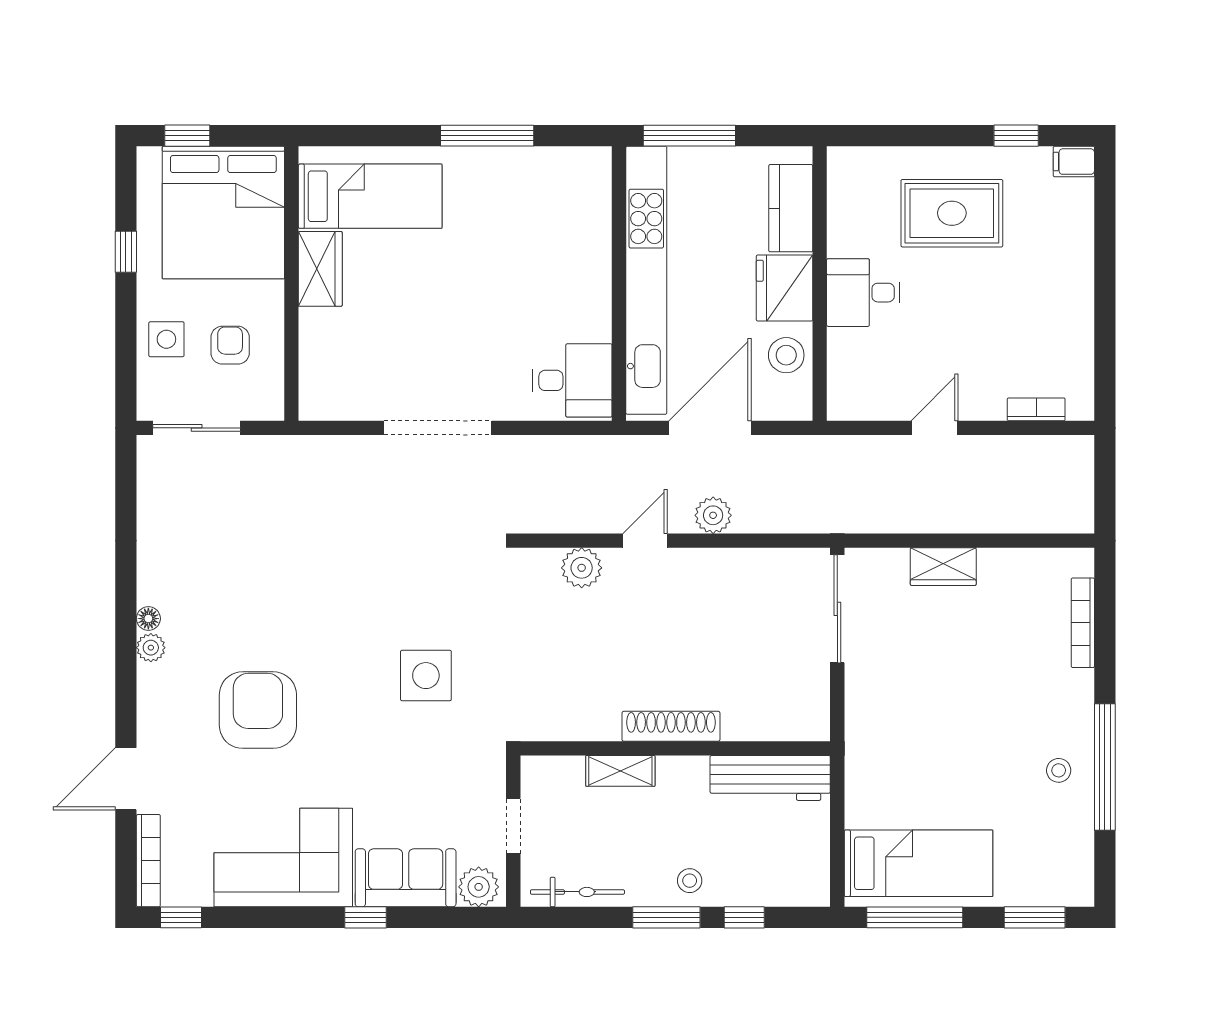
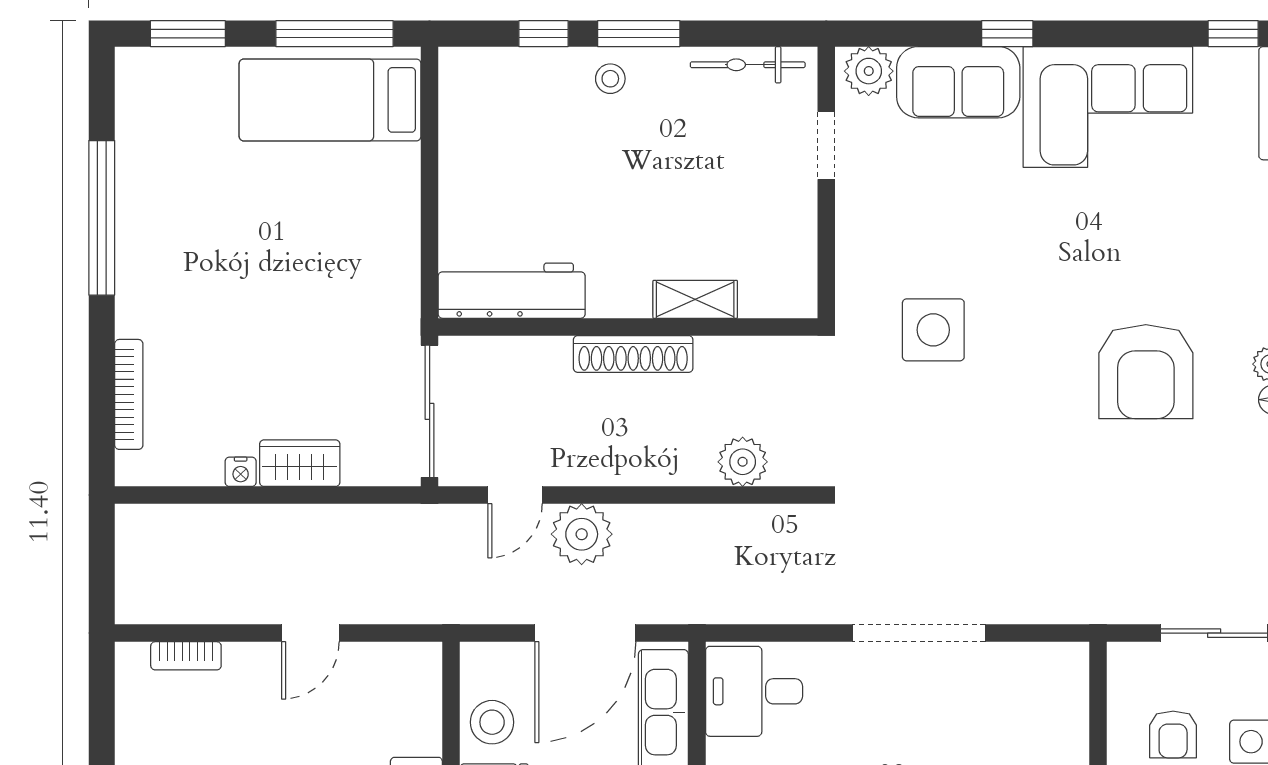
plant: (713, 515) -> (582, 534), width x1.36, depth x1.36
door: (645, 541) -> (515, 495), moved
nightstand: (992, 560) -> (241, 472), added
armchair: (258, 710) -> (1146, 372), moved
shoe rack: (671, 726) -> (633, 354), moved
wall: (675, 748) -> (628, 327), moved
stool: (1059, 770) -> (158, 214), removed
shelving: (620, 771) -> (695, 299), moved
workbench: (770, 778) -> (512, 291), moved

